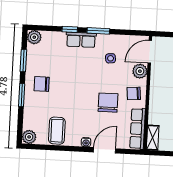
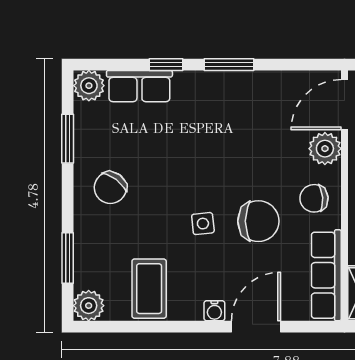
row of seats: (81, 40) -> (139, 86), moved
side table: (111, 58) -> (203, 224), moved
chair: (42, 84) -> (110, 188), turned -53
window: (22, 95) -> (68, 258), moved
chair: (108, 103) -> (258, 221), turned 90

